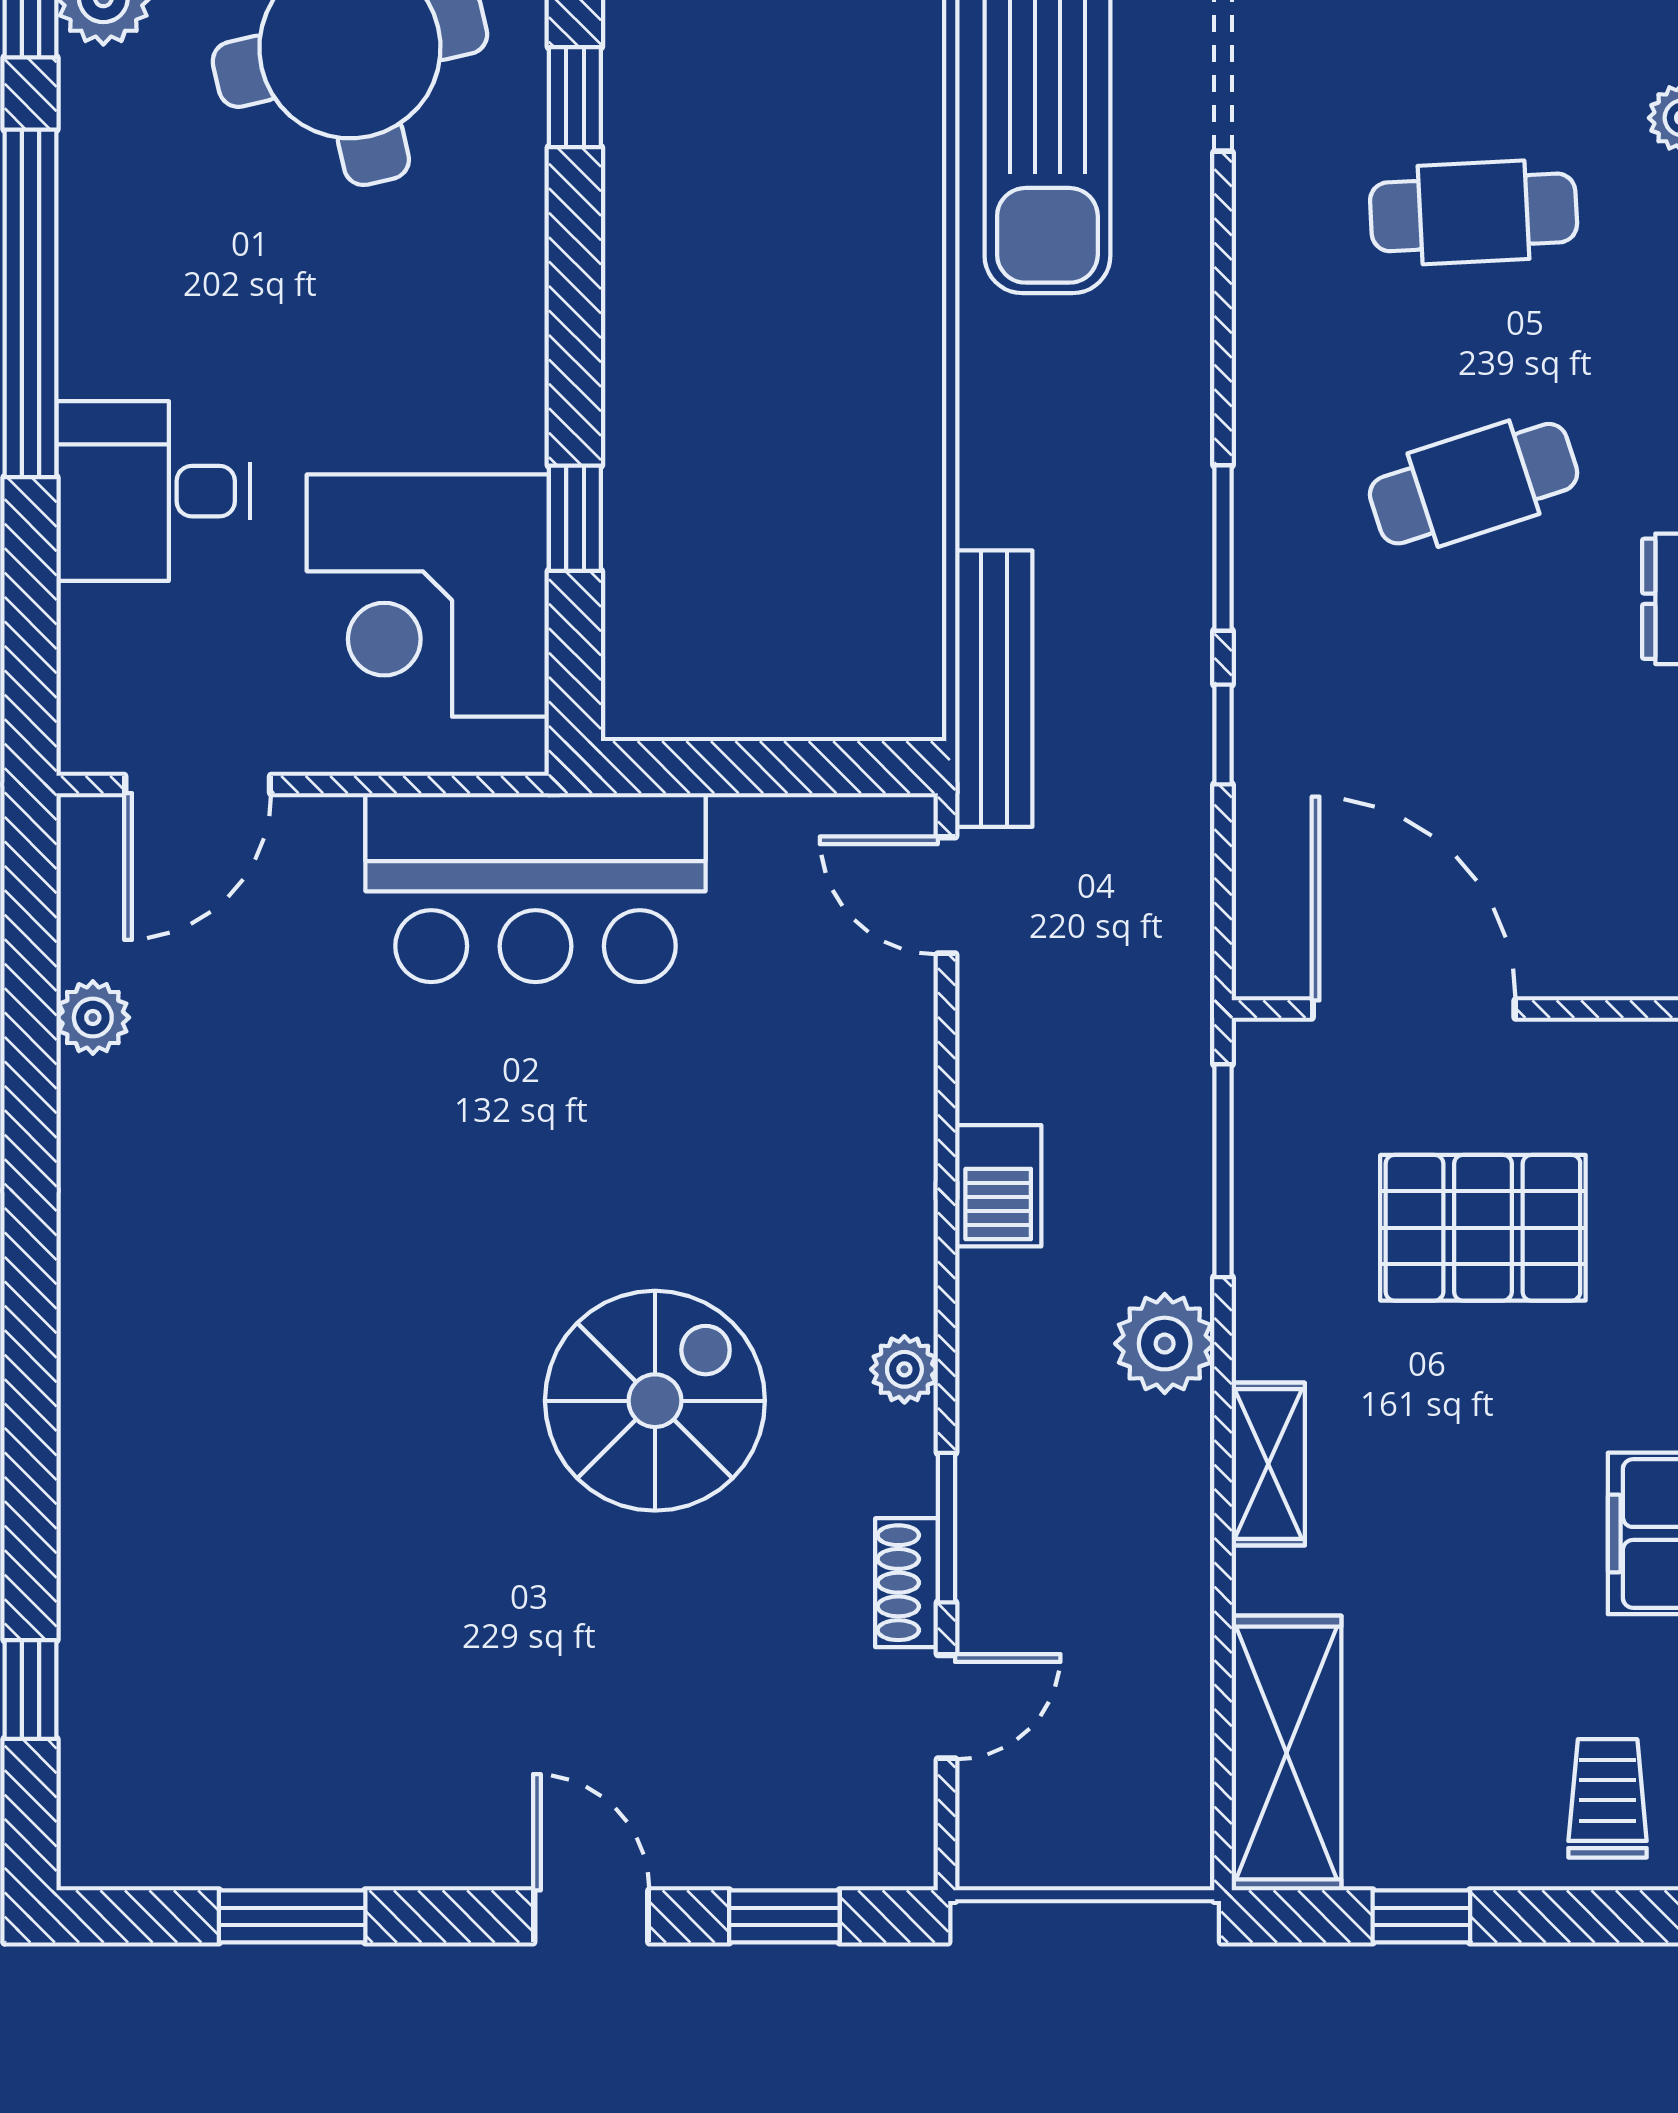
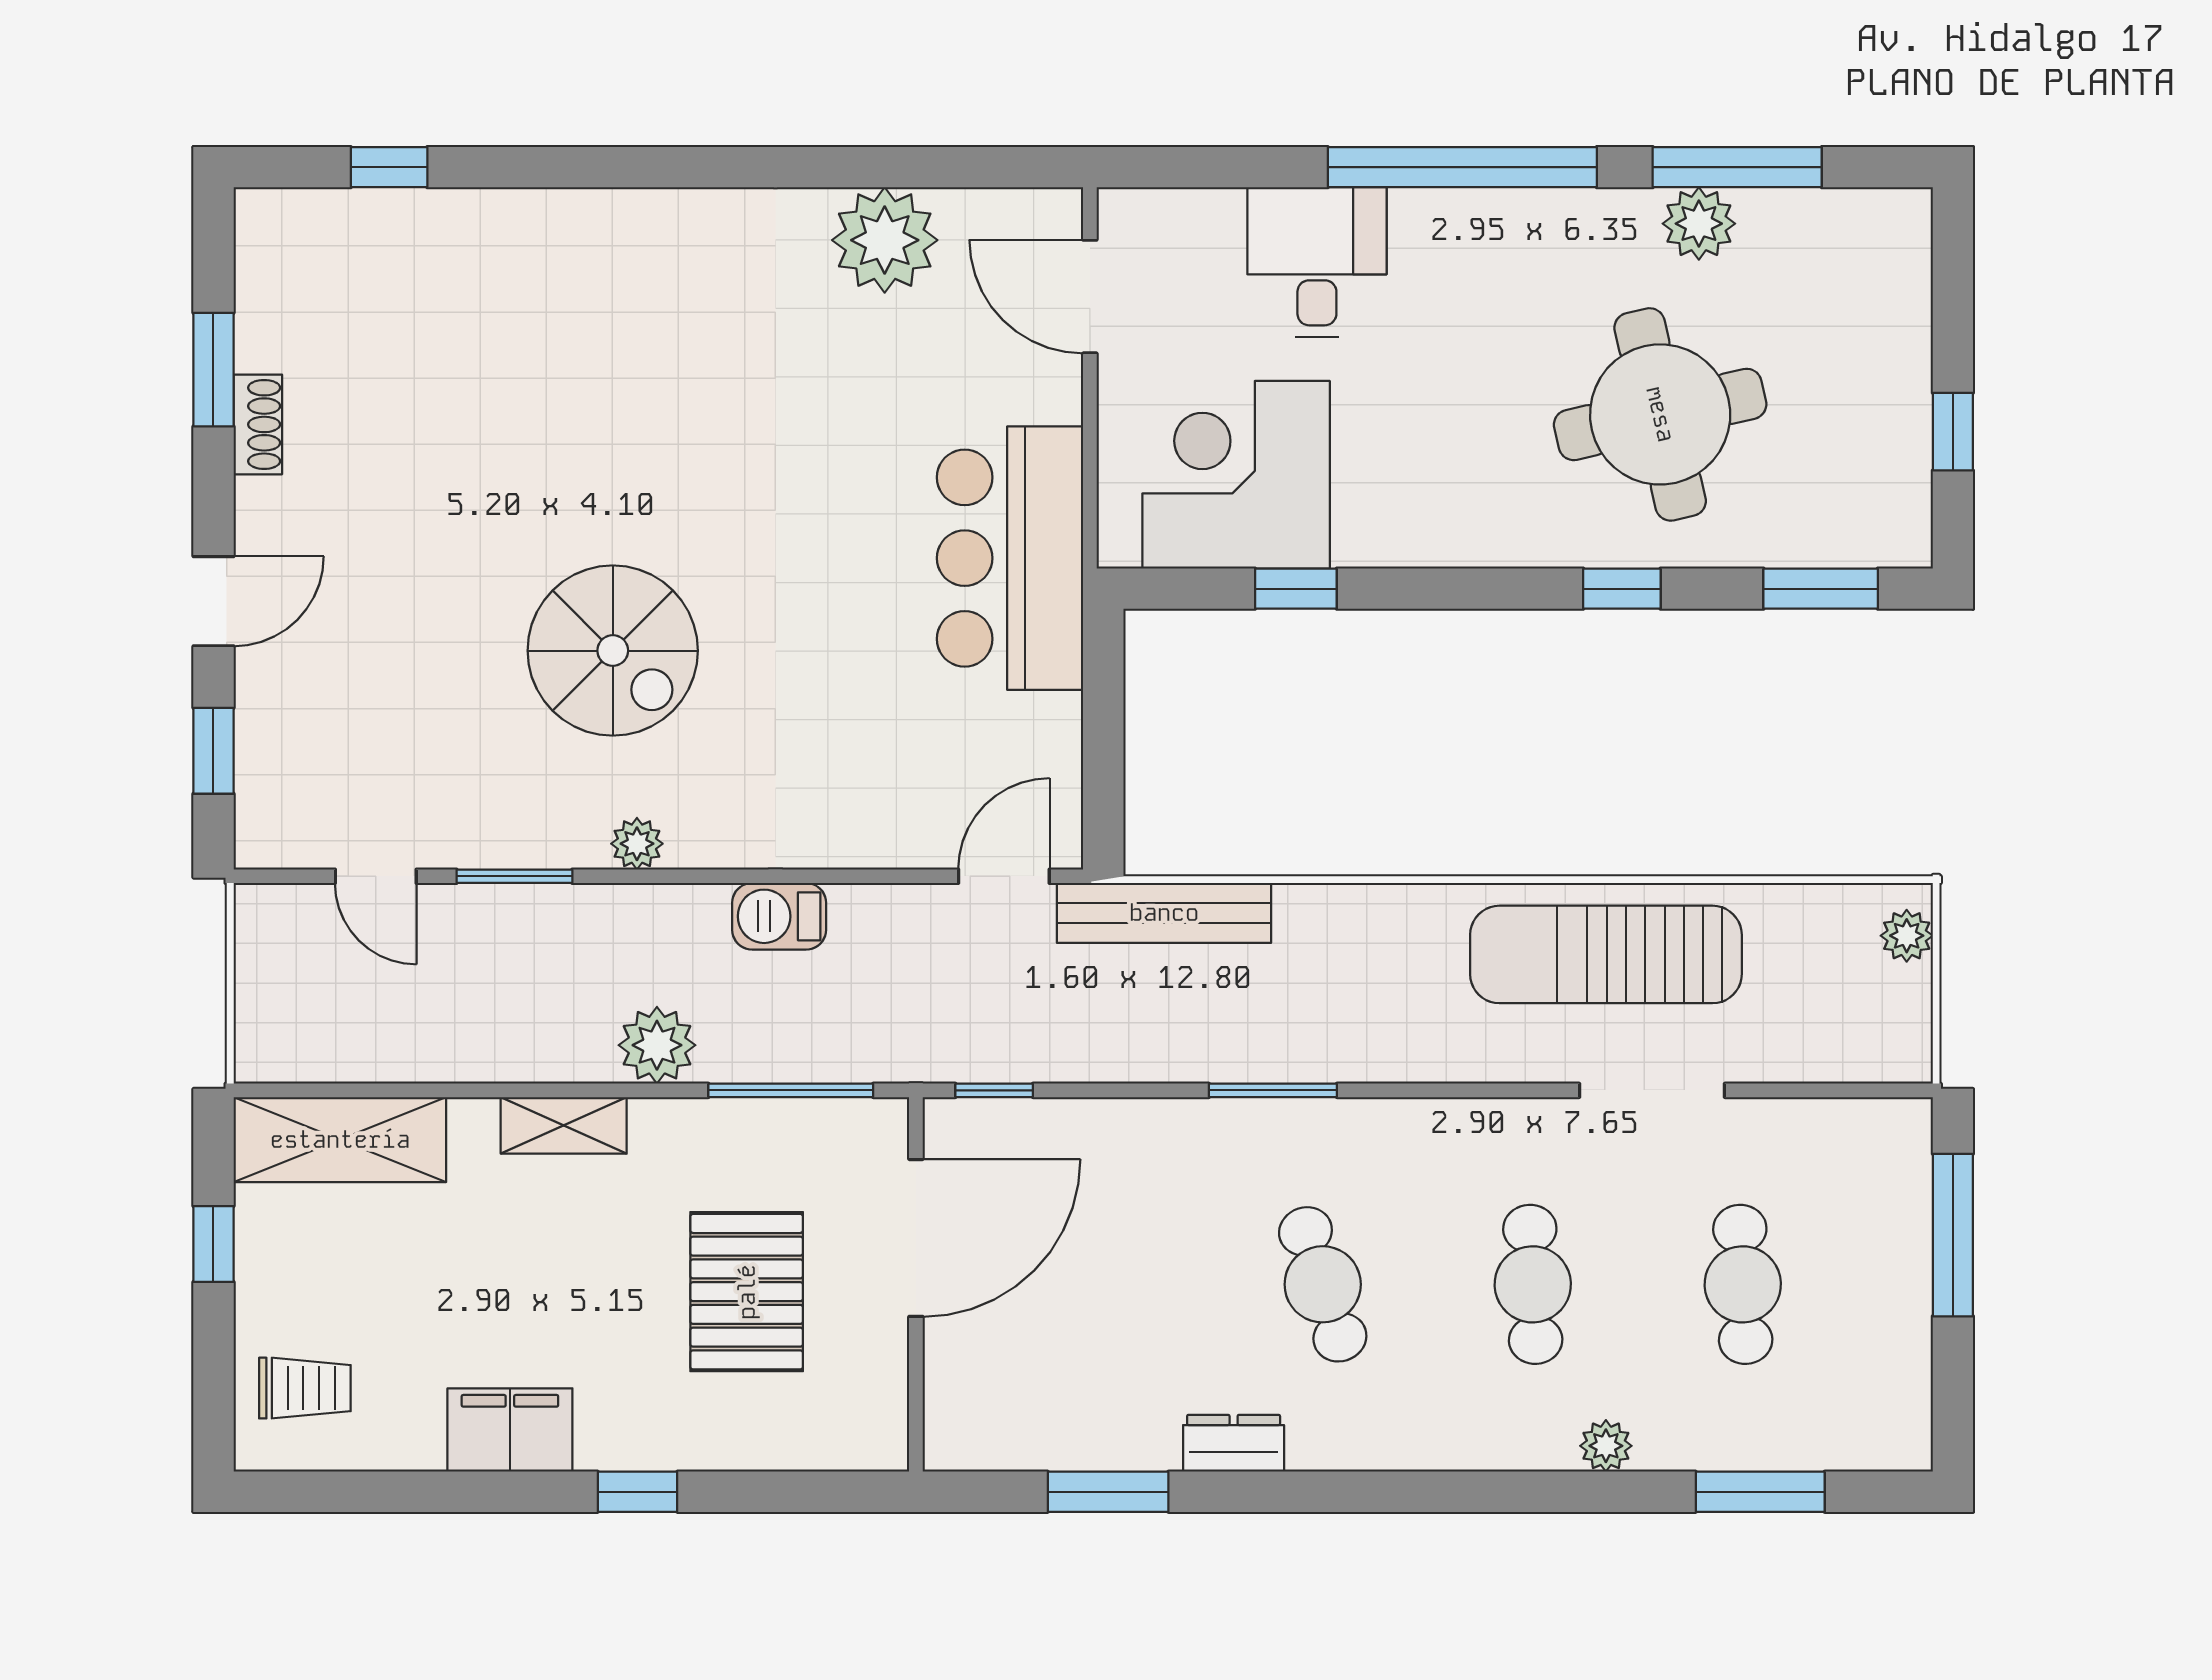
window: (1223, 735) -> (994, 1090), moved
plant: (93, 1018) -> (885, 240), width x1.88, depth x1.88
shoe rack: (906, 1583) -> (258, 424), moved, turned 90

